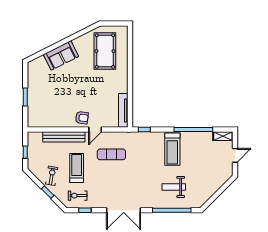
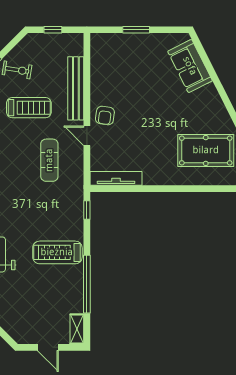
sofa: (61, 55) -> (190, 66), moved

